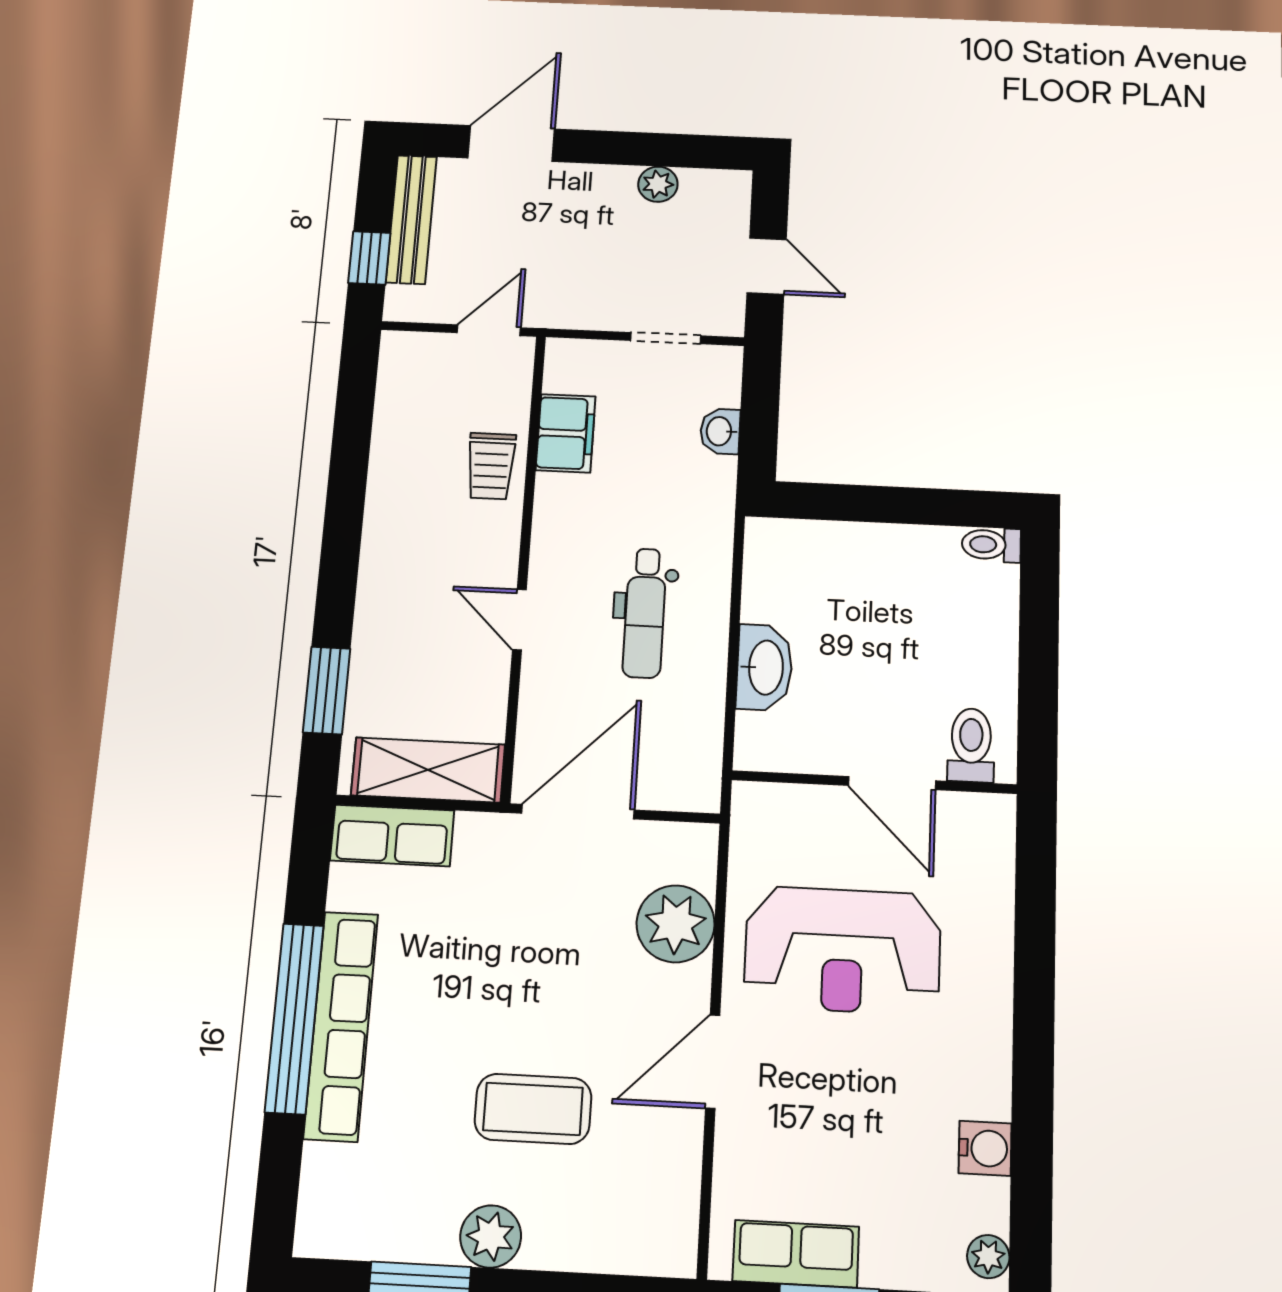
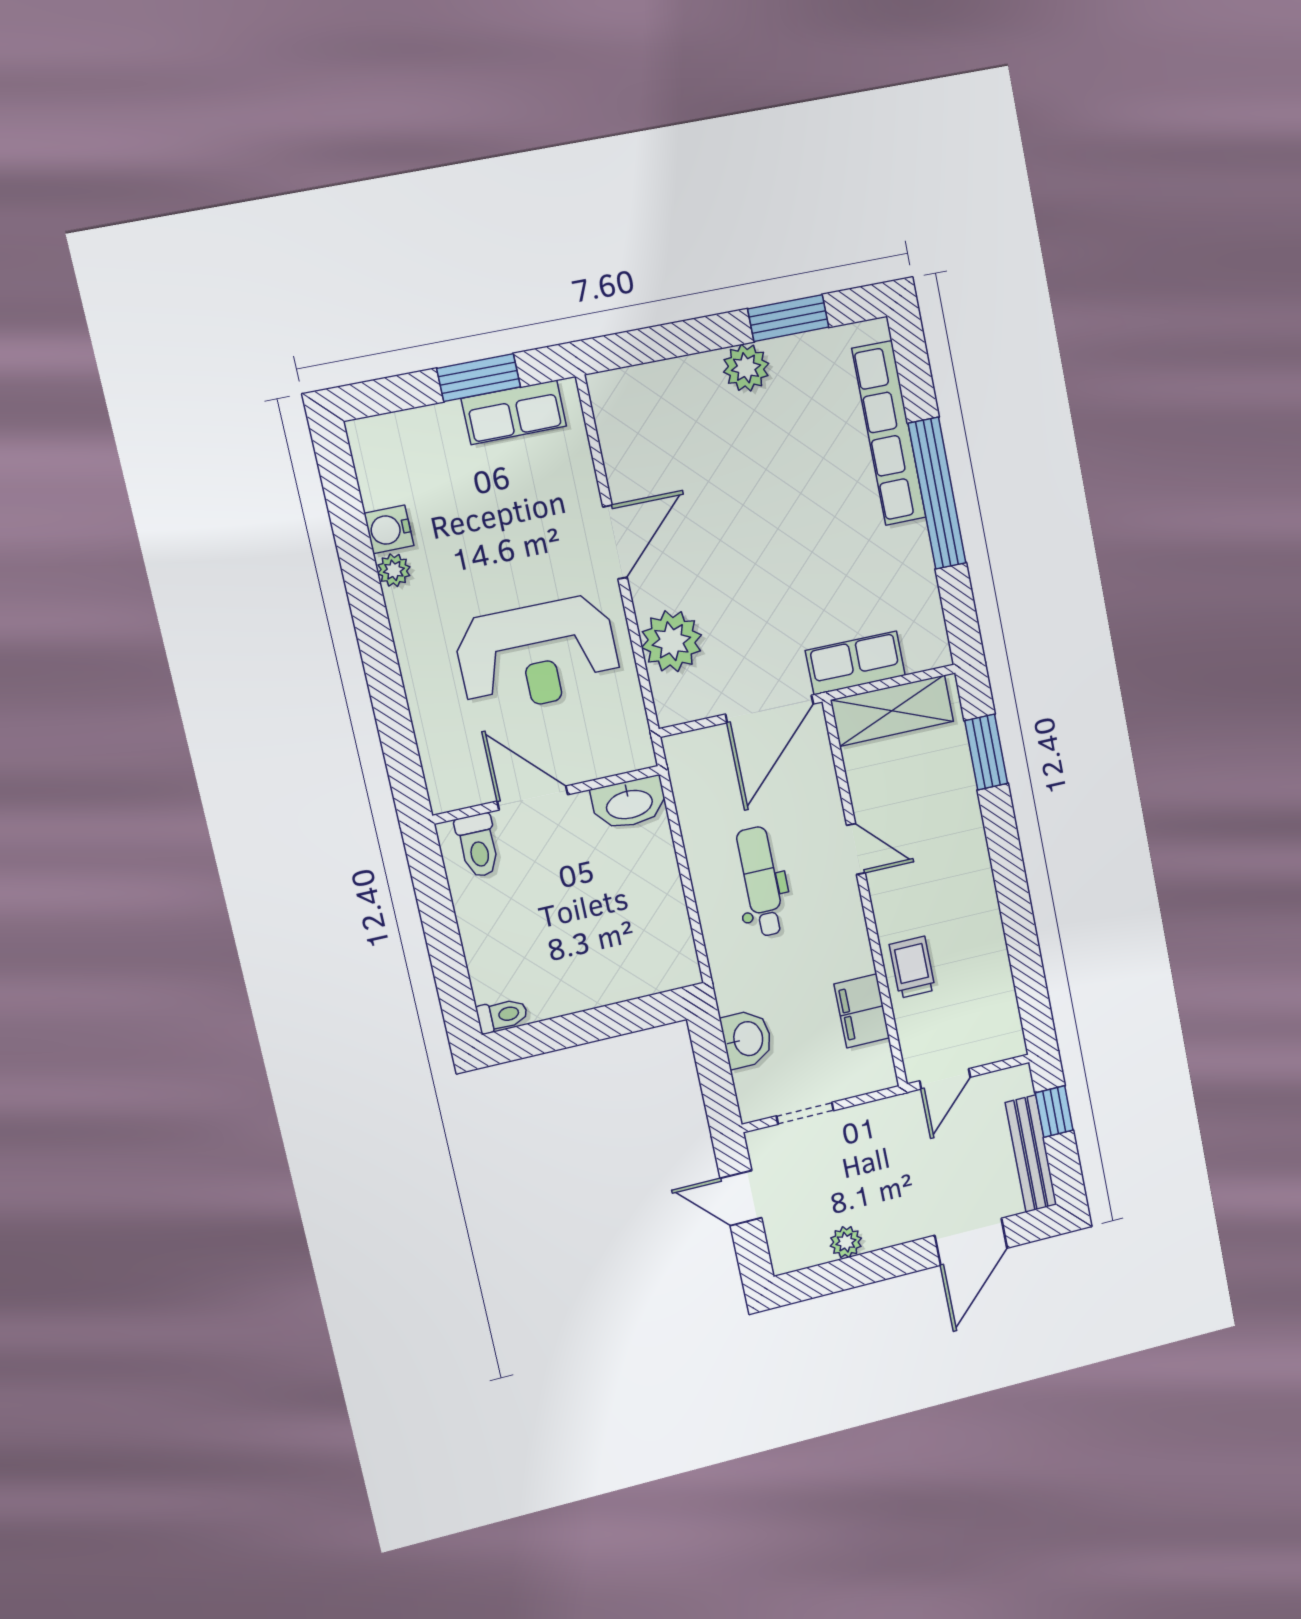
washbasin: (720, 431) -> (747, 1039), width x1.38, depth x1.45
washbasin: (764, 667) -> (629, 803), moved, turned -90
row of seats: (392, 835) -> (855, 663), moved
reception desk: (842, 950) -> (538, 655), turned 180
row of seats: (341, 1026) -> (889, 433), moved
coffee table: (533, 1109) -> (741, 471), removed
plant: (988, 1257) -> (394, 570), moved

